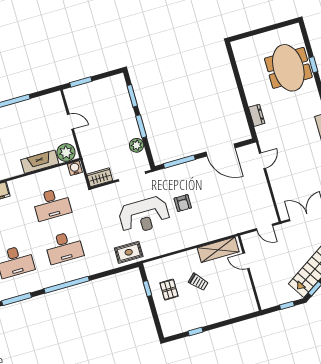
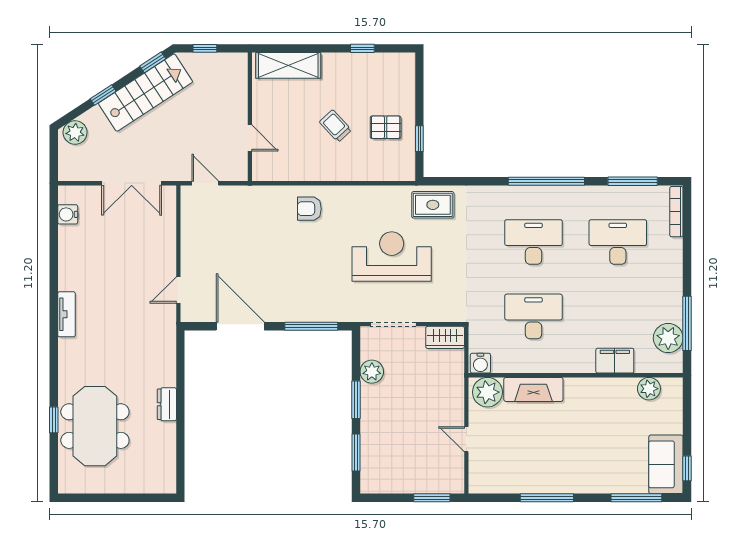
dresser: (257, 115) -> (167, 404), moved
armchair: (183, 203) -> (309, 209), moved, turned -90
shelving: (218, 250) -> (288, 65), moved
pallet: (169, 290) -> (386, 127), turned 90

